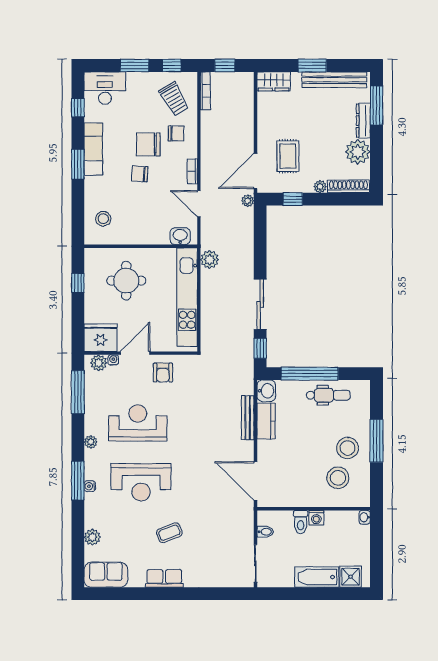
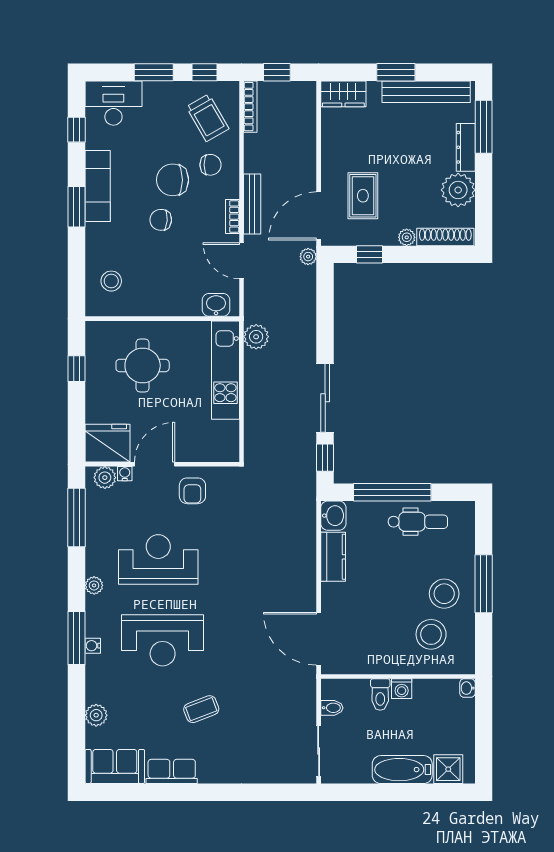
kitchen unit: (187, 297) -> (225, 370), width x0.73
bench: (248, 418) -> (252, 204), moved
row of seats: (164, 578) -> (172, 771), moved

